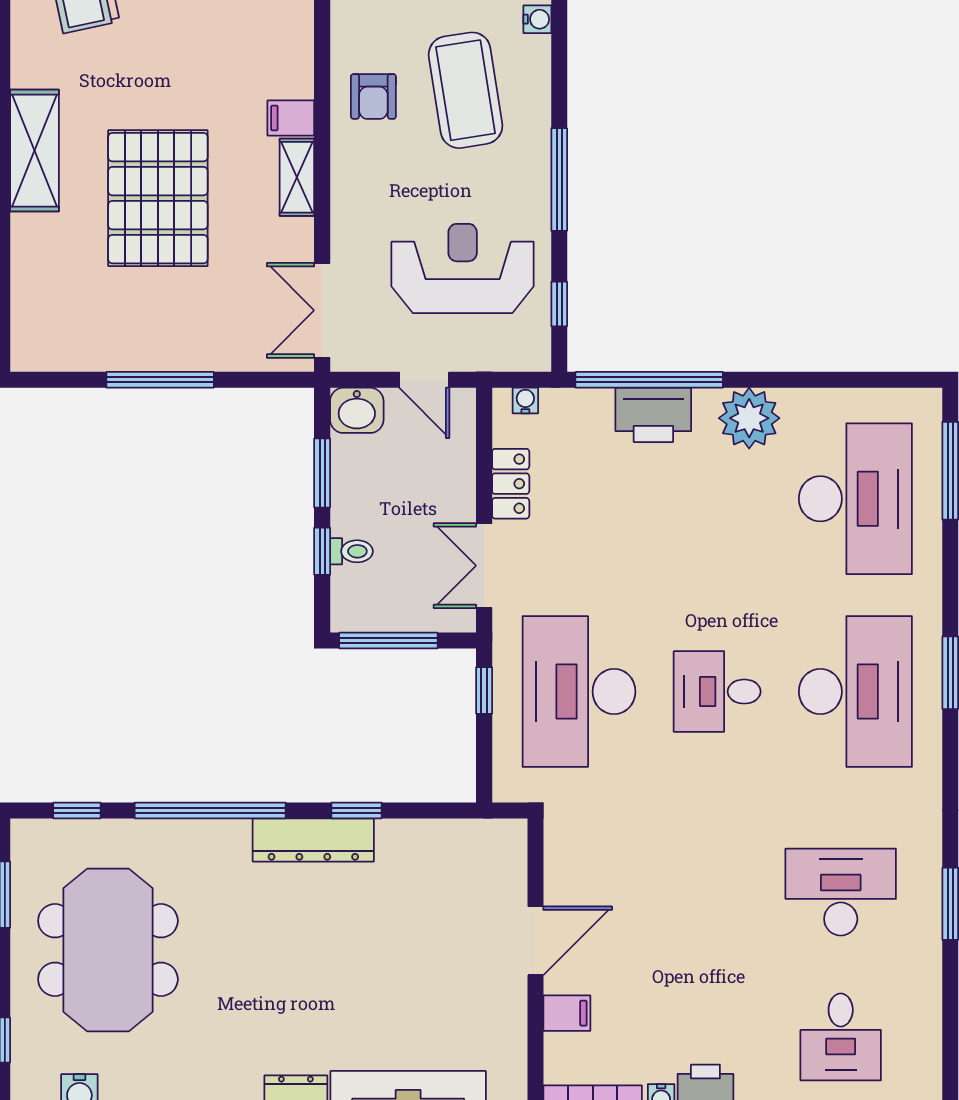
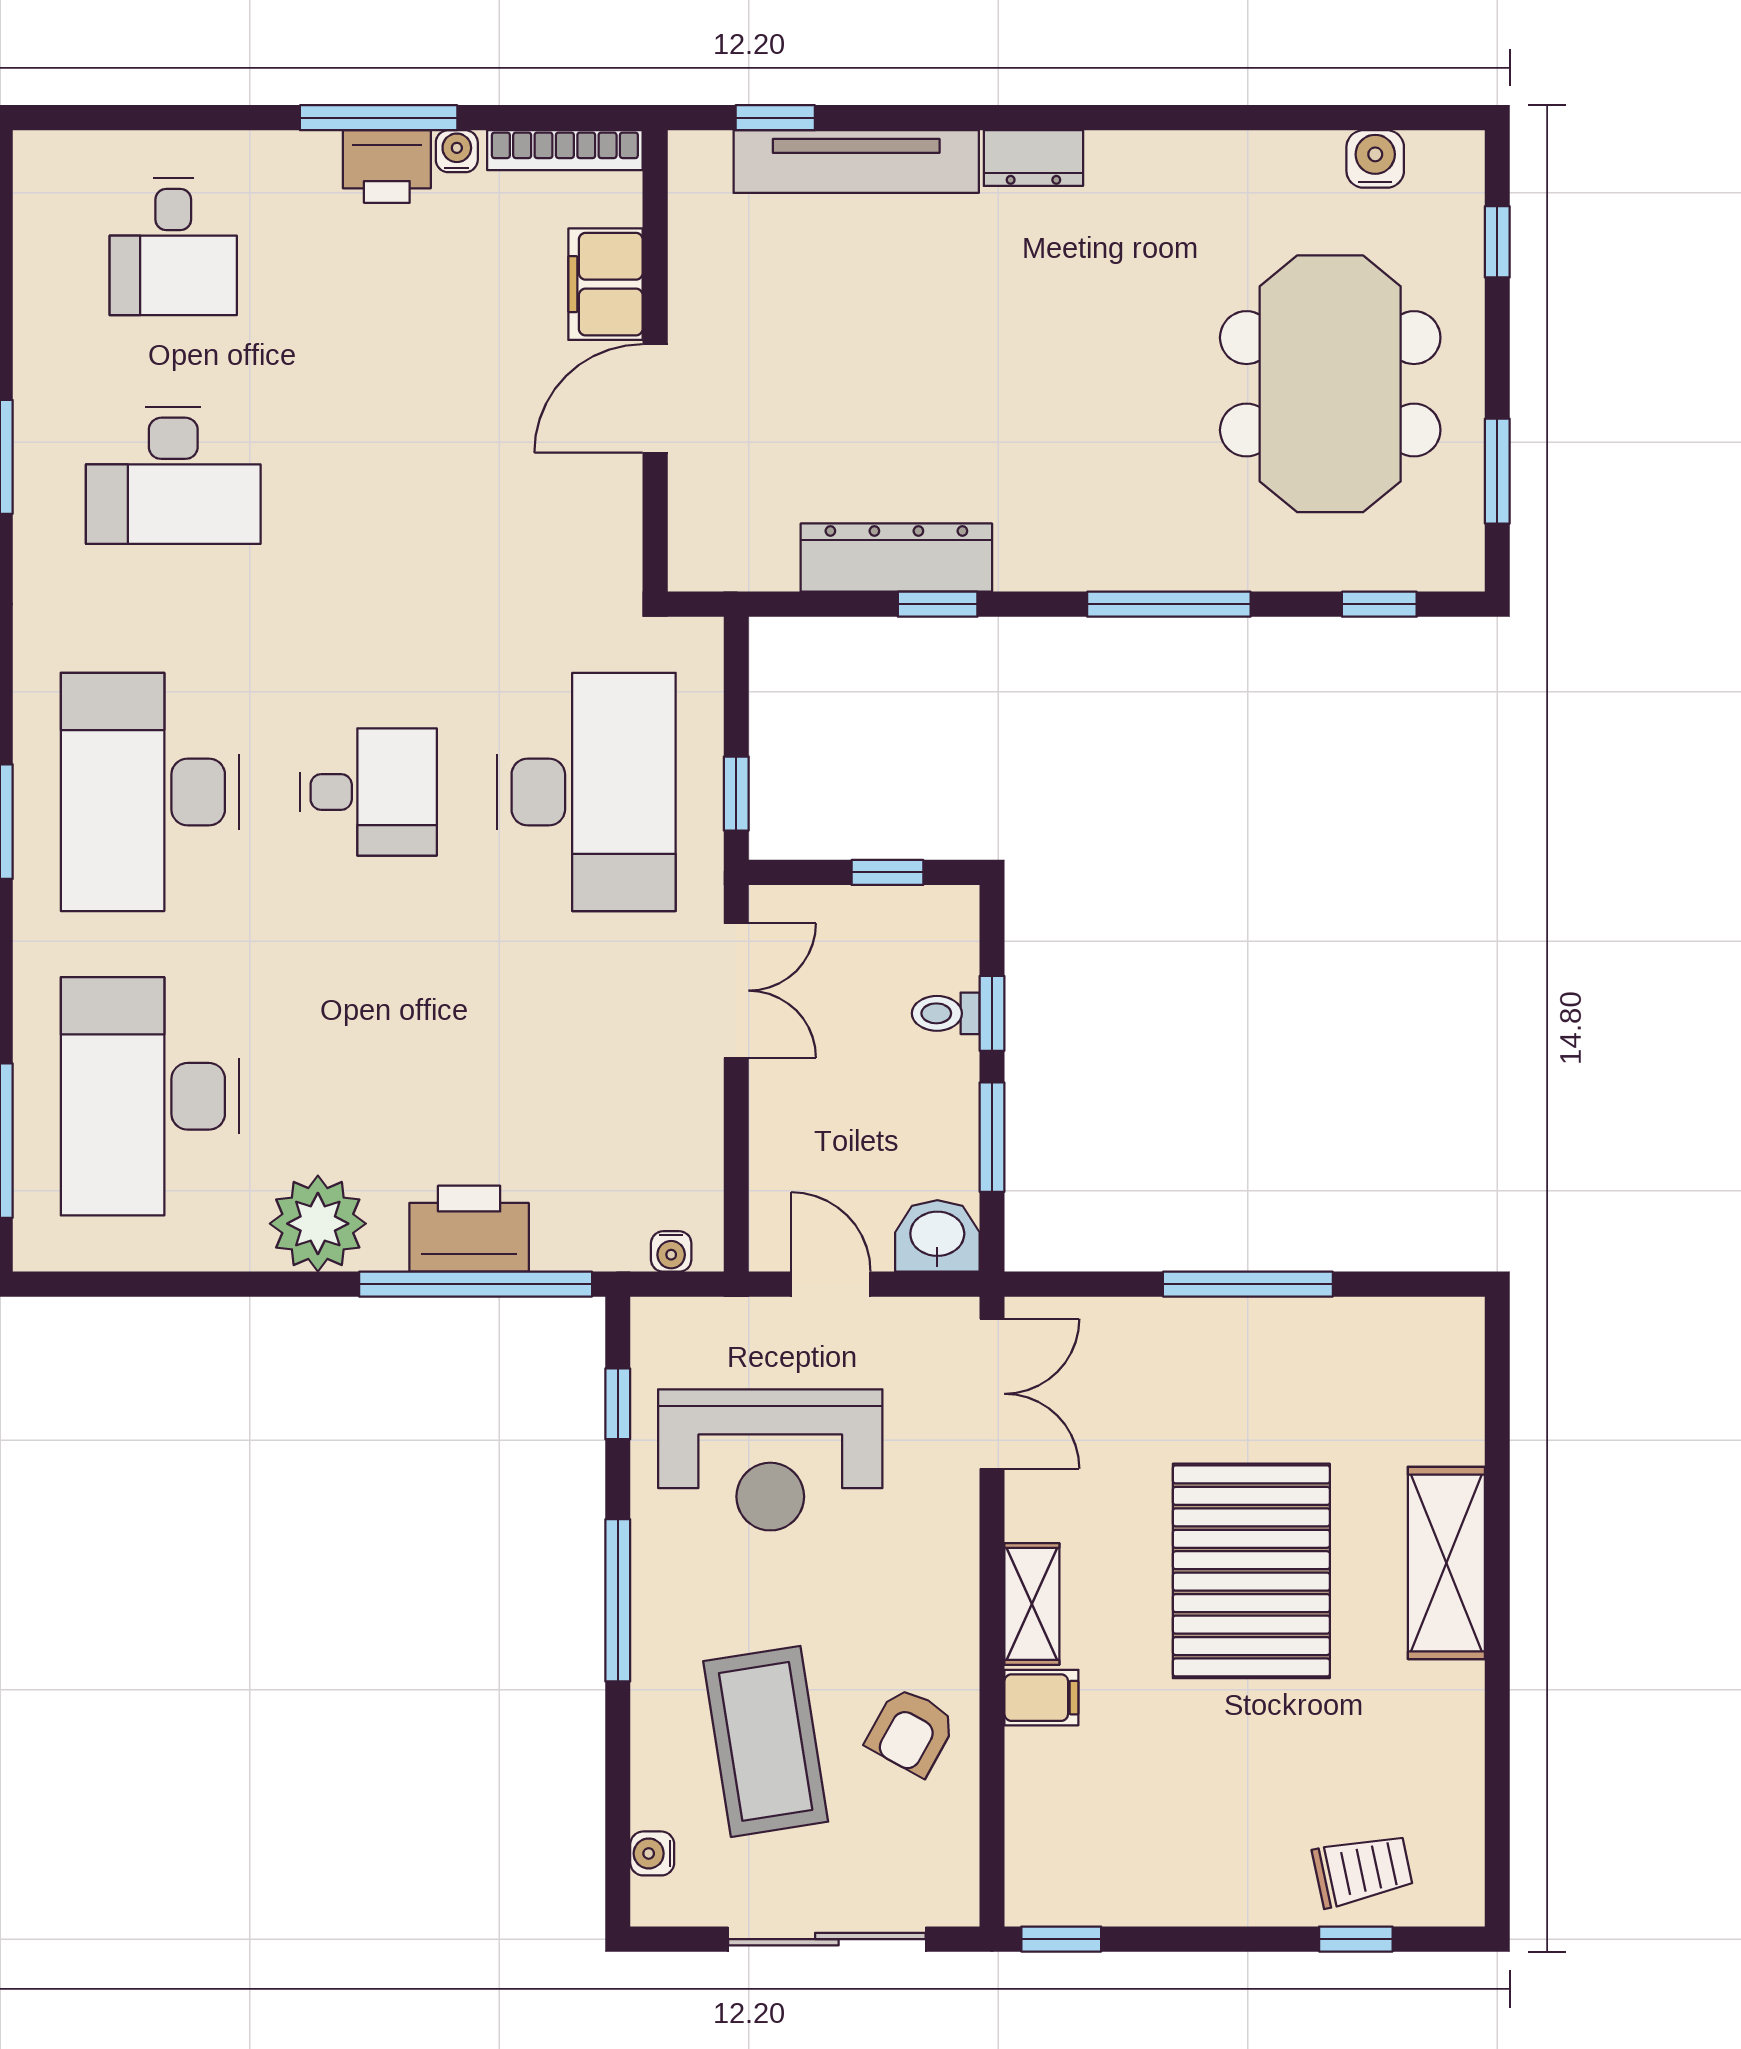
armchair: (373, 97) -> (911, 1731), turned -151
shelving: (34, 151) -> (1446, 1563), moved
locker: (511, 484) -> (694, 1120), removed
window: (388, 641) -> (887, 872), width x0.46
window: (210, 810) -> (1169, 604), width x0.68
dresser: (313, 840) -> (896, 558), moved
filing cabinet: (567, 1013) -> (606, 284), width x2.00
desk: (841, 1037) -> (173, 247), turned 180

